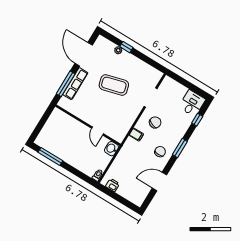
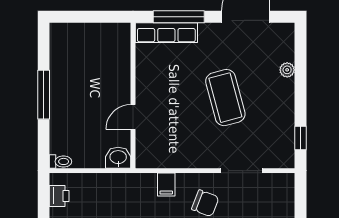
window: (126, 47) -> (300, 138), moved
row of seats: (75, 84) -> (166, 33), moved
window: (50, 157) -> (44, 95), moved

